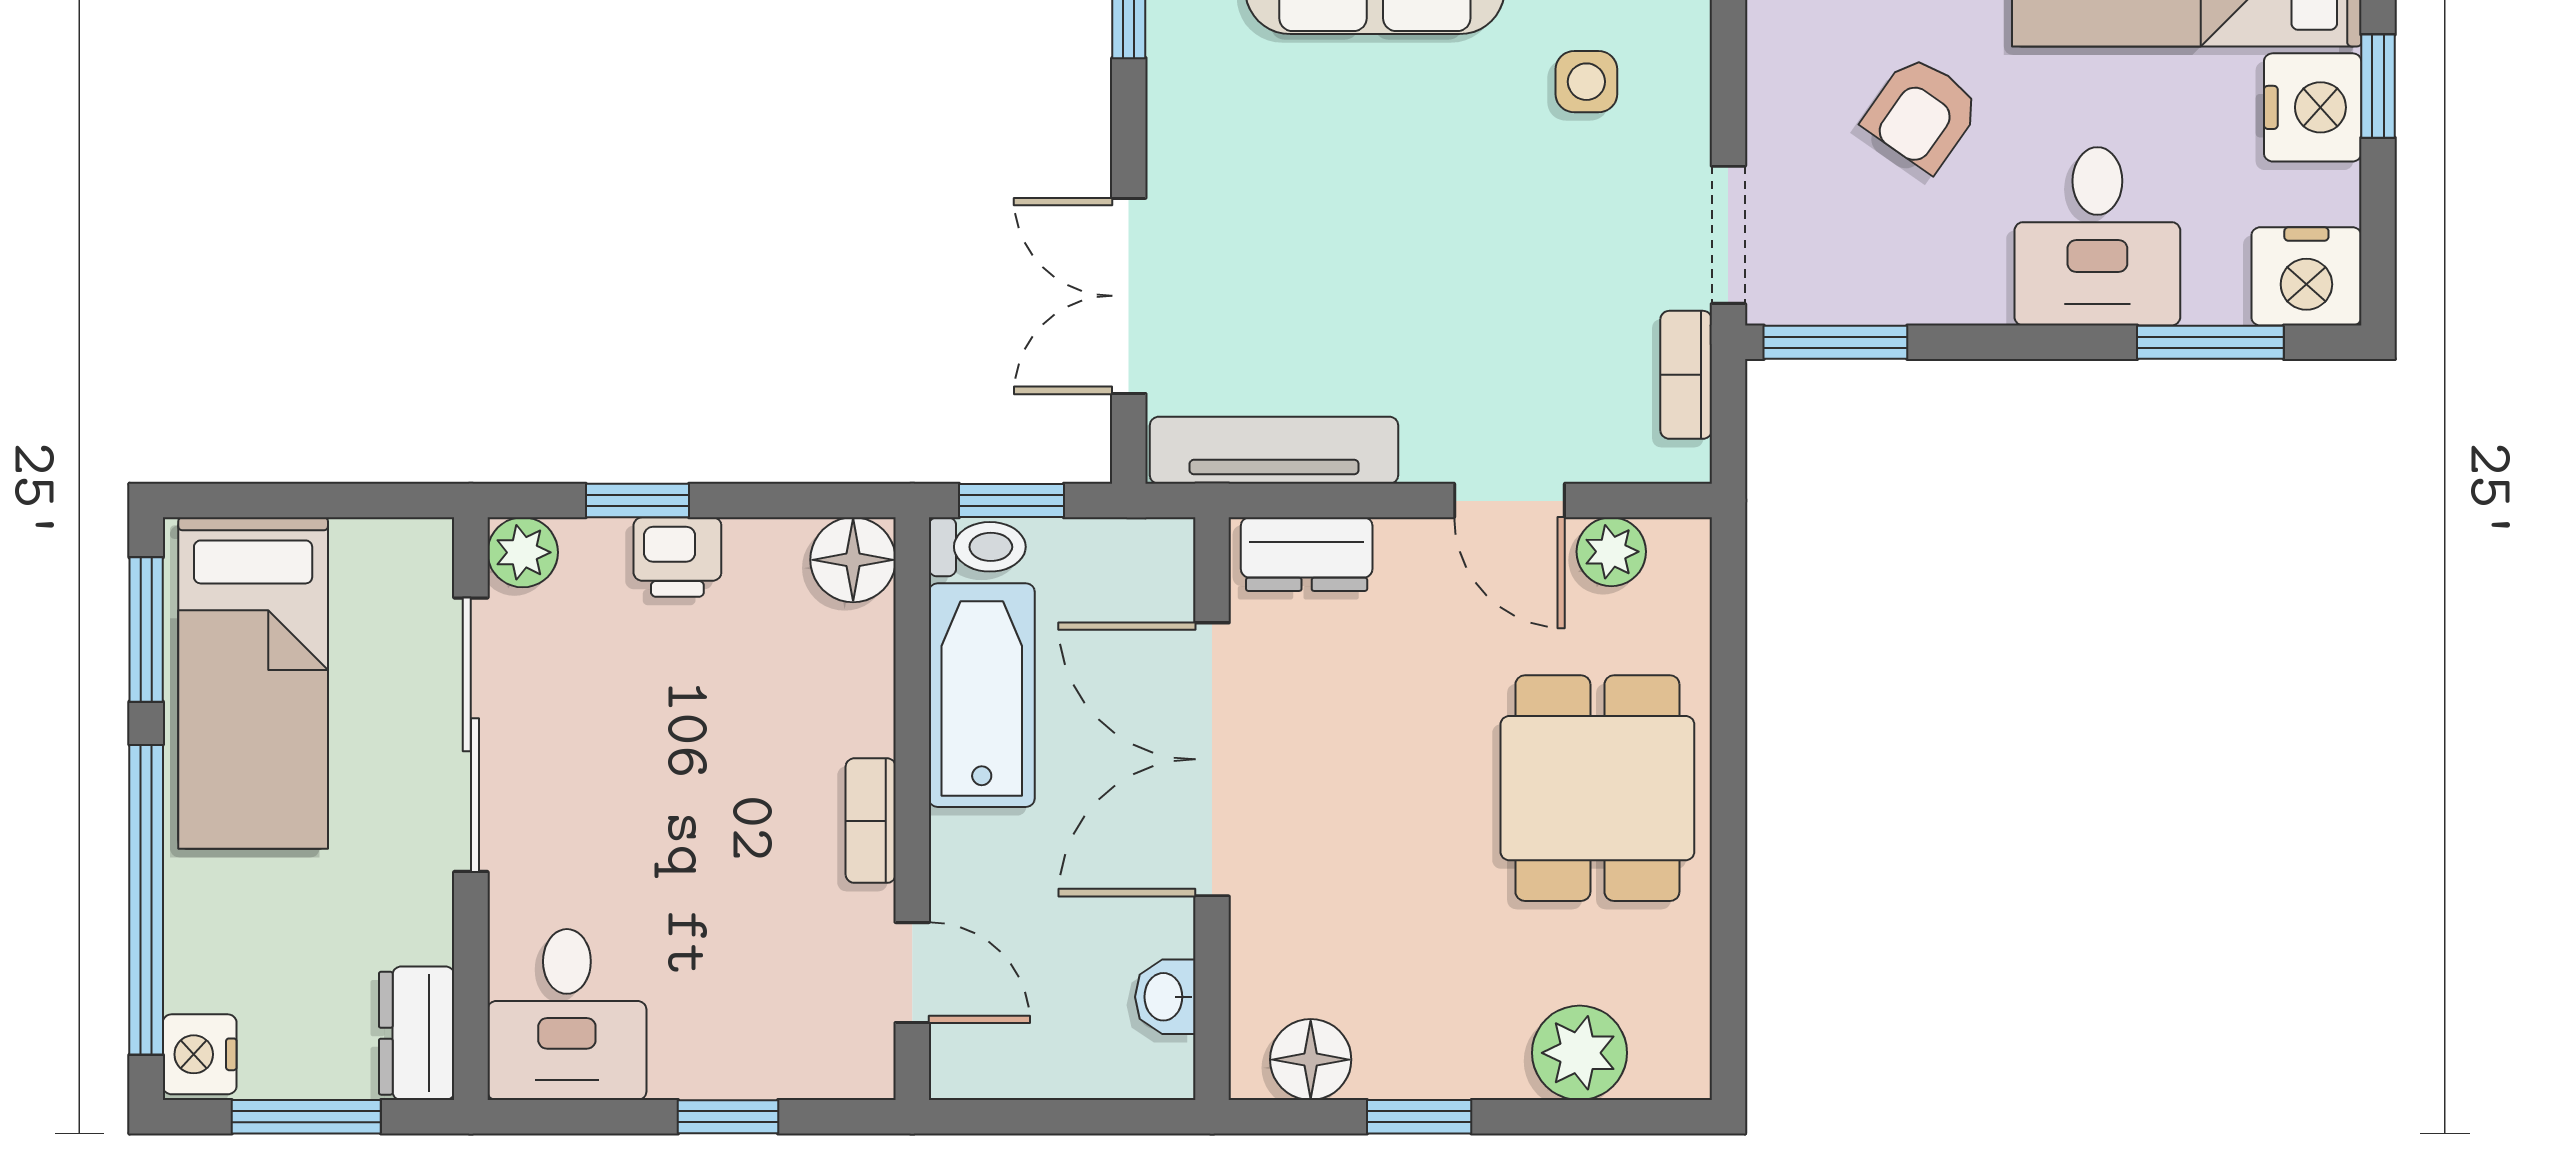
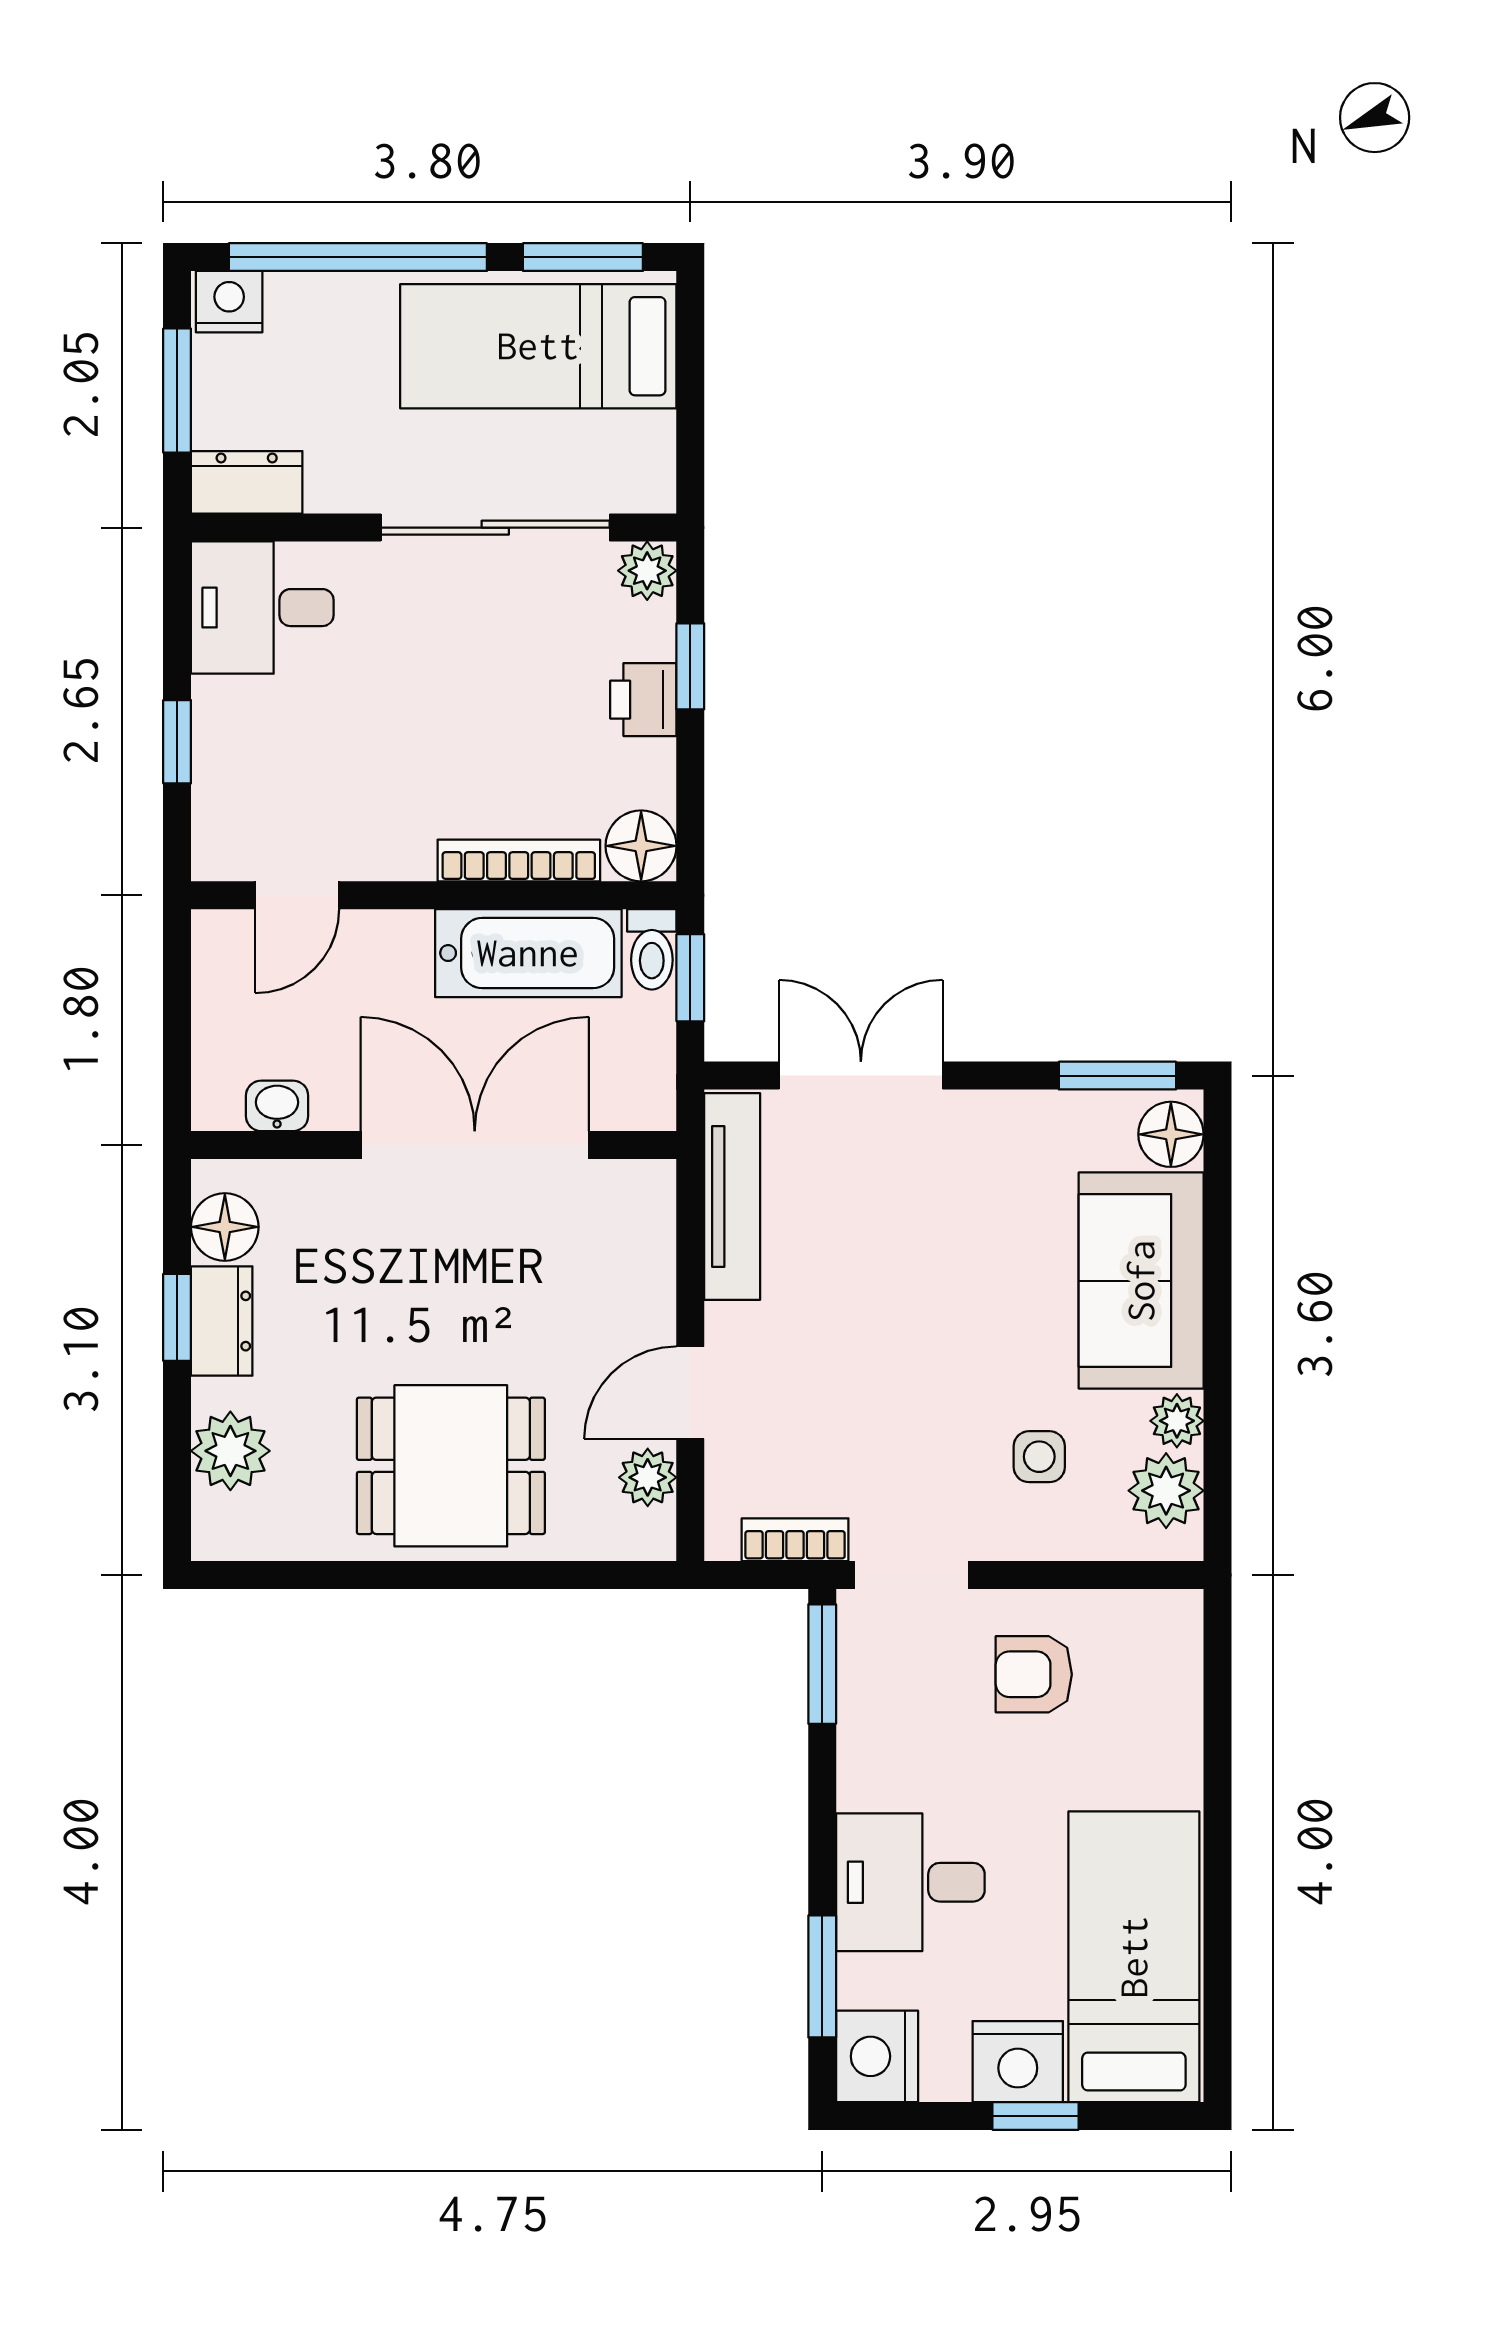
armchair: (1922, 113) -> (1034, 1674), moved, turned -35
dresser: (1307, 554) -> (222, 1321), moved, turned 180
bookcase: (871, 821) -> (519, 861), moved, width x1.56

